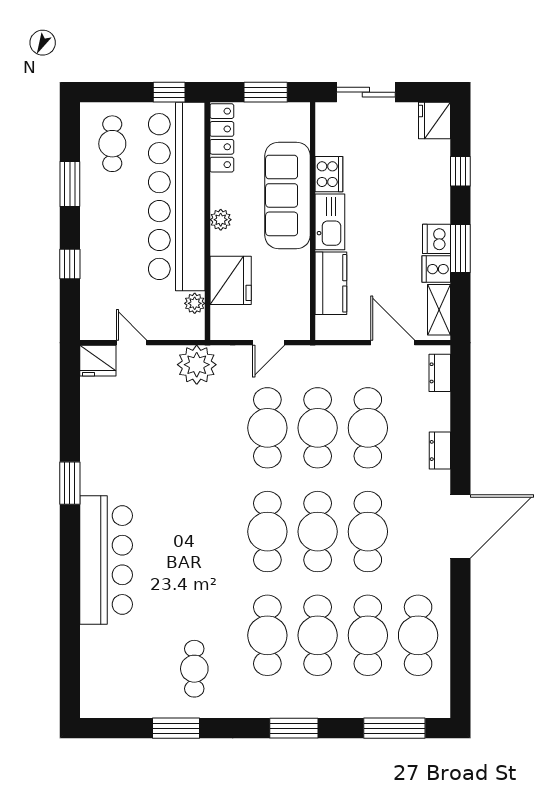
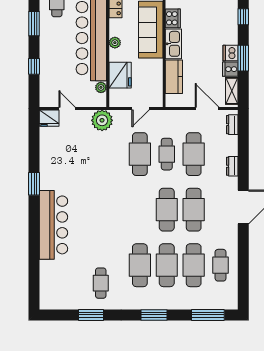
cafe table: (318, 428) -> (167, 154), width x0.73, depth x0.74
cafe table: (267, 532) -> (140, 210), removed
cafe table: (418, 635) -> (221, 265), width x0.73, depth x0.74

